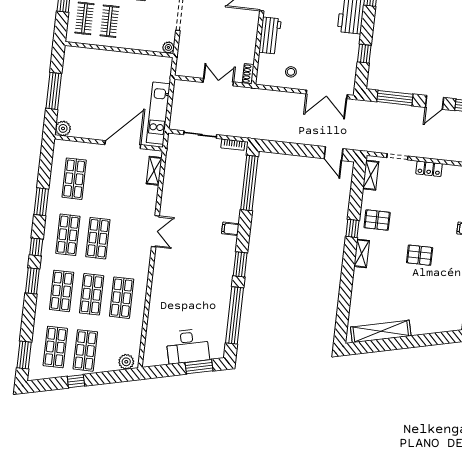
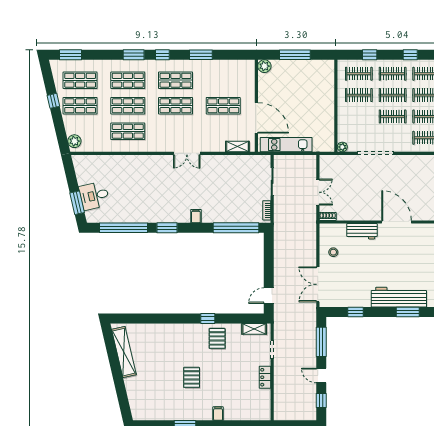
shop shelf: (74, 179) -> (223, 106), moved
shelving: (362, 253) -> (188, 329), removed
desk: (188, 346) -> (94, 196), width x0.73

